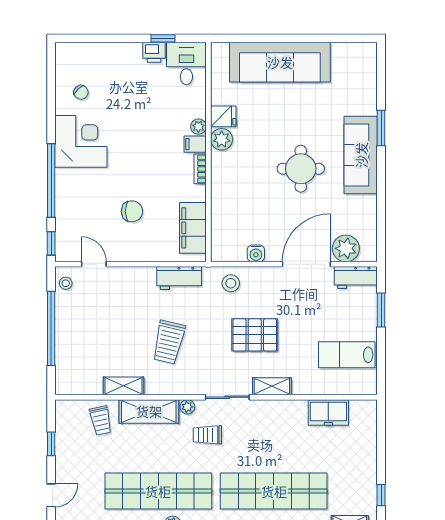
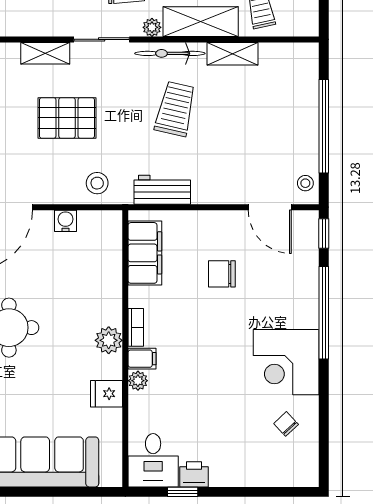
plant: (222, 139) -> (109, 340), moved
door: (94, 264) -> (270, 207), width x1.38
bicycle: (173, 386) -> (170, 53), added

